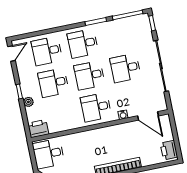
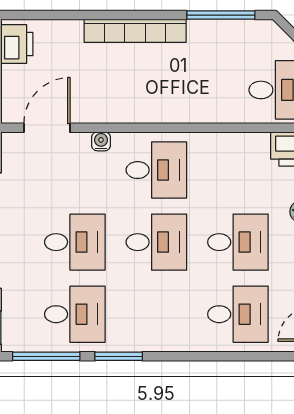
desk: (83, 44) -> (75, 314), moved
door: (148, 116) -> (47, 128), hinge flipped

